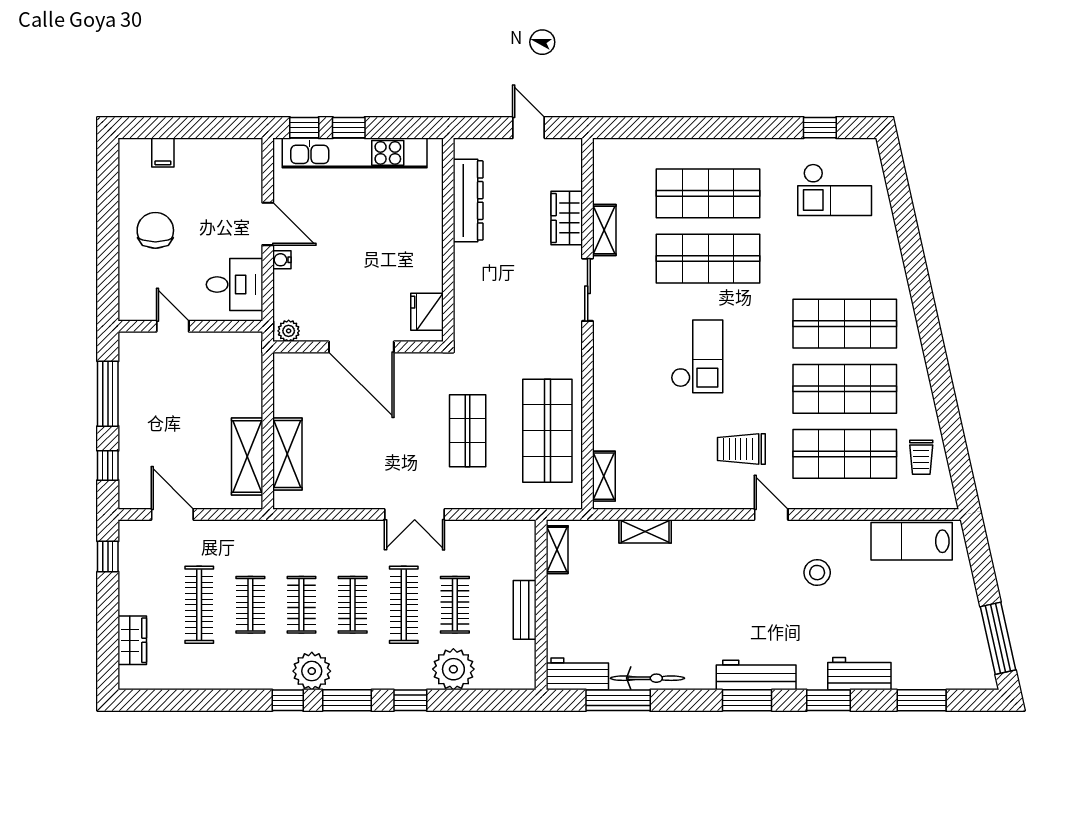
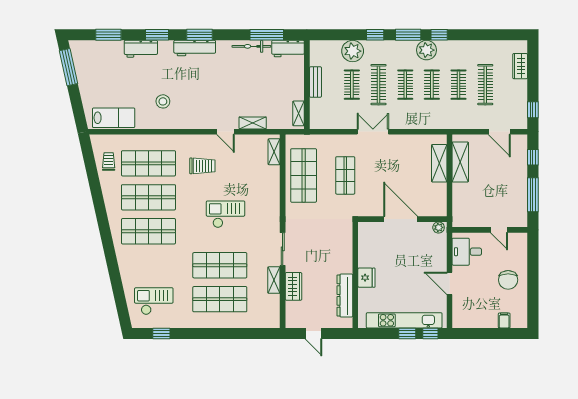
water cooler: (282, 260) -> (442, 265), removed
fridge: (427, 312) -> (366, 278), moved
checkout: (697, 356) -> (226, 214), turned 90
door: (771, 515) -> (226, 132), moved

